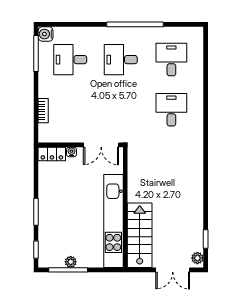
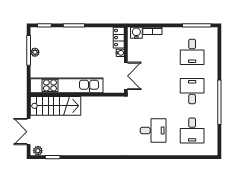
water cooler: (46, 34) -> (136, 33), moved
desk: (70, 60) -> (192, 52), turned 180
desk: (171, 60) -> (192, 130), turned 90
double door: (101, 145) -> (126, 76), swing flipped

